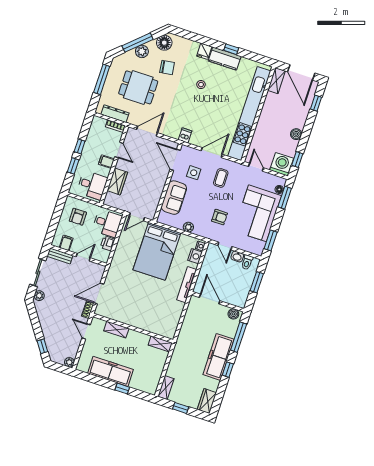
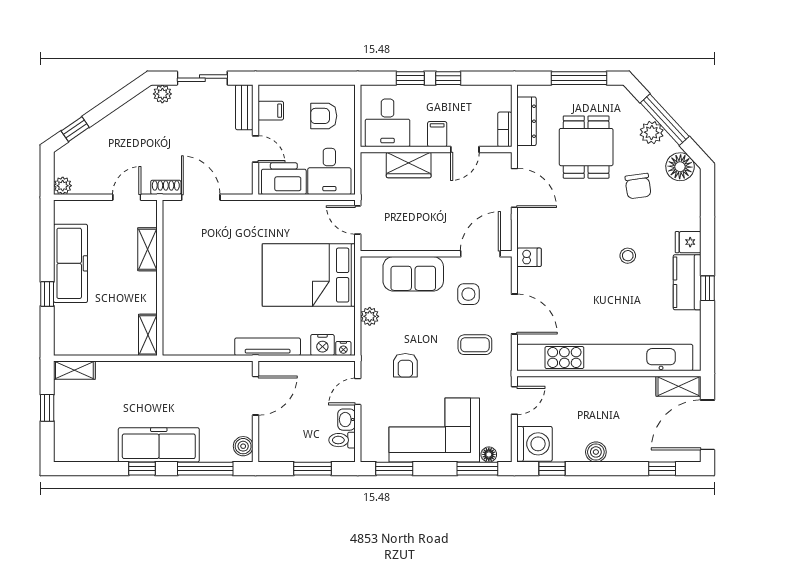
printer: (108, 243) -> (284, 179), width x1.87, depth x1.48
wardrobe: (207, 401) -> (74, 450), removed

